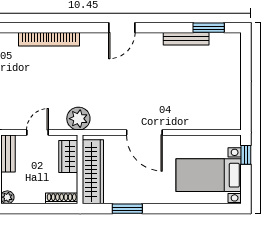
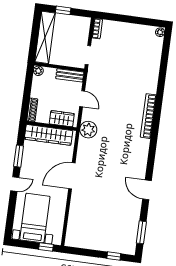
door: (122, 28) -> (147, 190), moved
bench: (186, 39) -> (135, 215), removed
window: (246, 61) -> (114, 256), added
door: (166, 209) -> (15, 184), added

